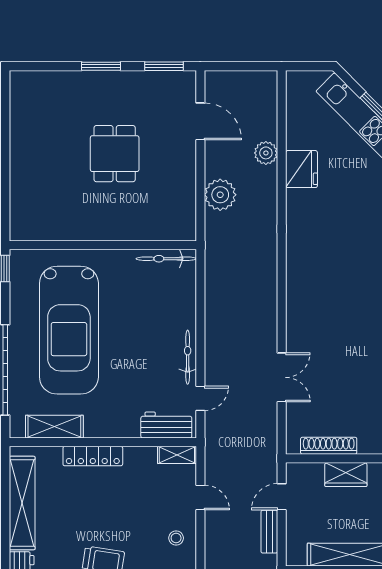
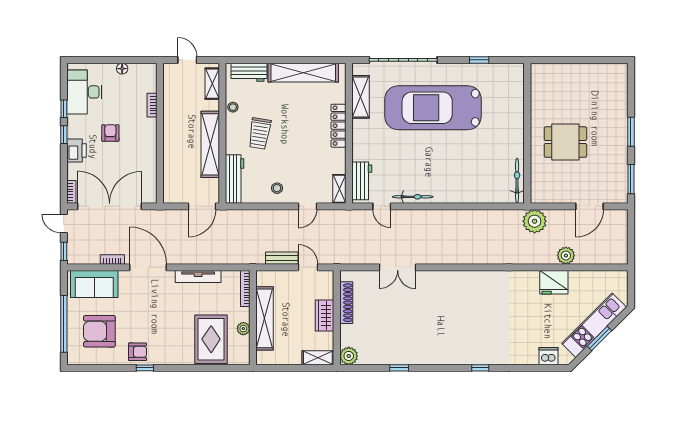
wall: (103, 245) -> (527, 133), moved
bicycle: (166, 259) -> (517, 181), moved

